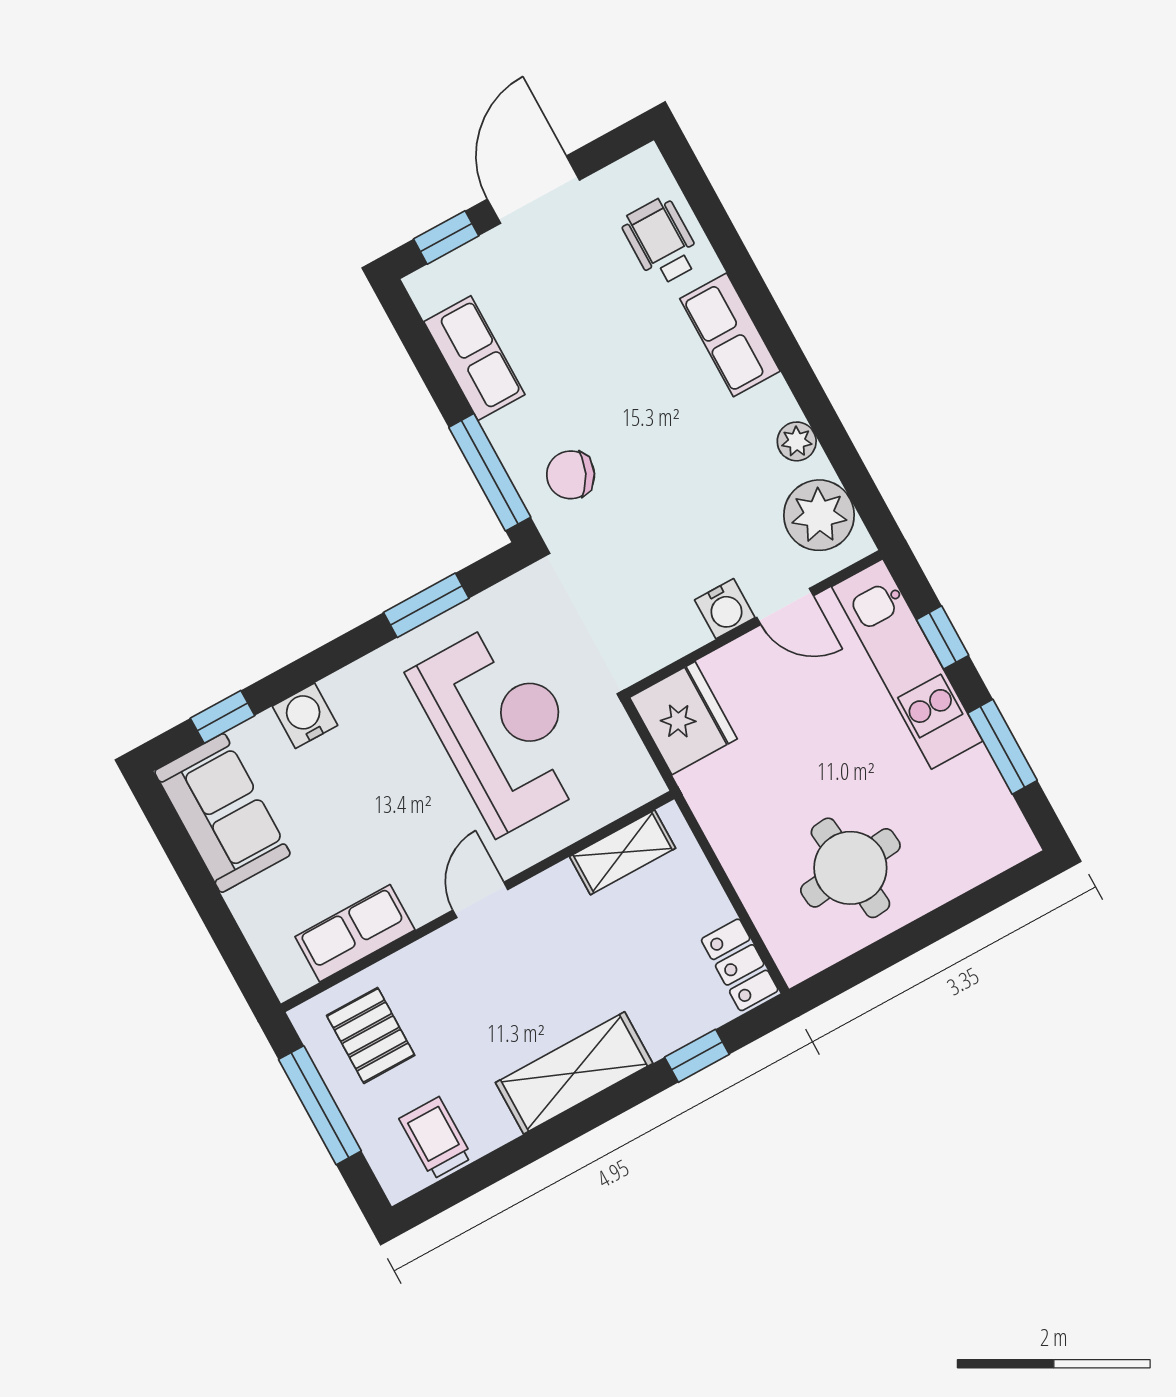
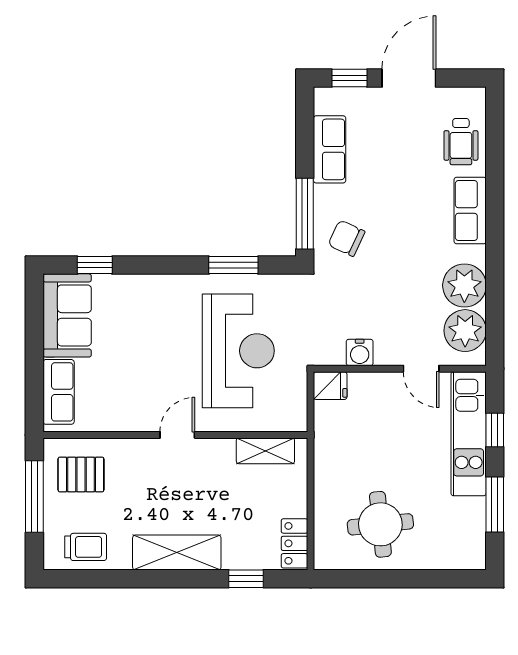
wheelchair: (661, 241) -> (461, 142), turned 180
plant: (797, 441) -> (464, 285), width x1.87, depth x1.87
water cooler: (725, 609) -> (360, 352), moved
water cooler: (305, 716) -> (138, 288), removed
fridge: (683, 718) -> (330, 386), width x0.53, depth x0.75
row of seats: (355, 933) -> (59, 392), moved, turned 90
pallet: (371, 1035) -> (81, 474), turned 90
trolley: (436, 1138) -> (86, 547), turned 90

